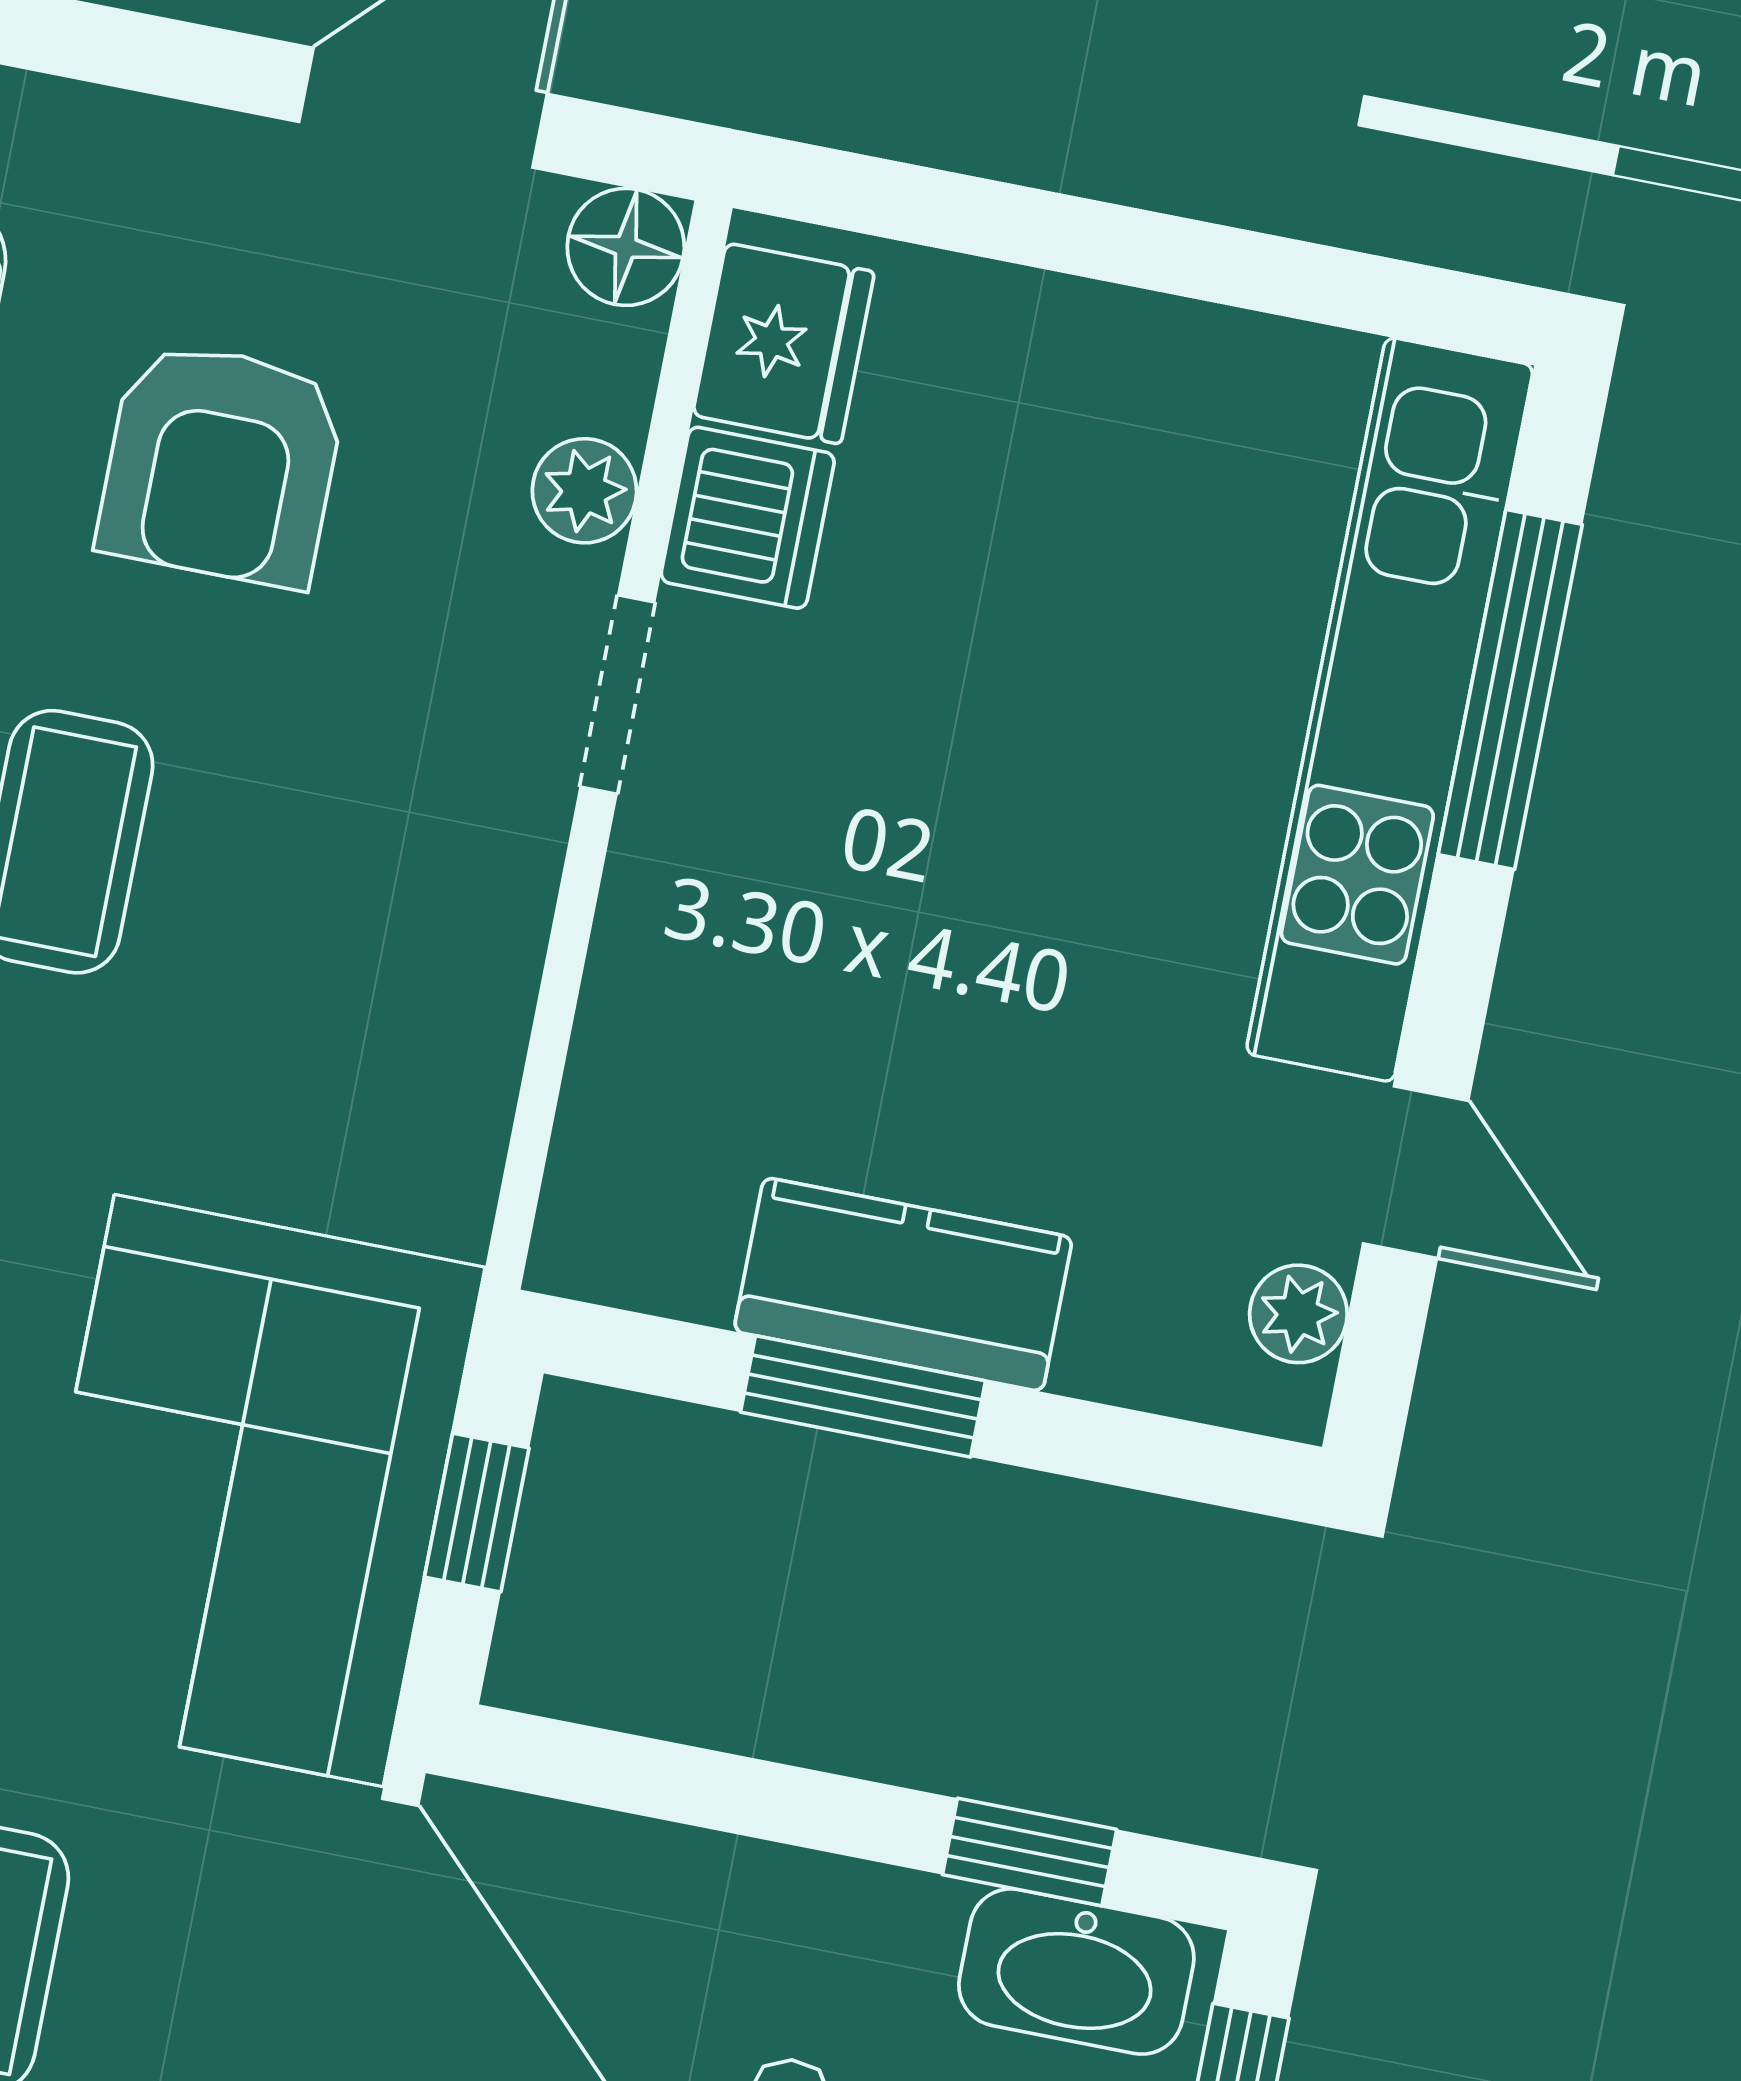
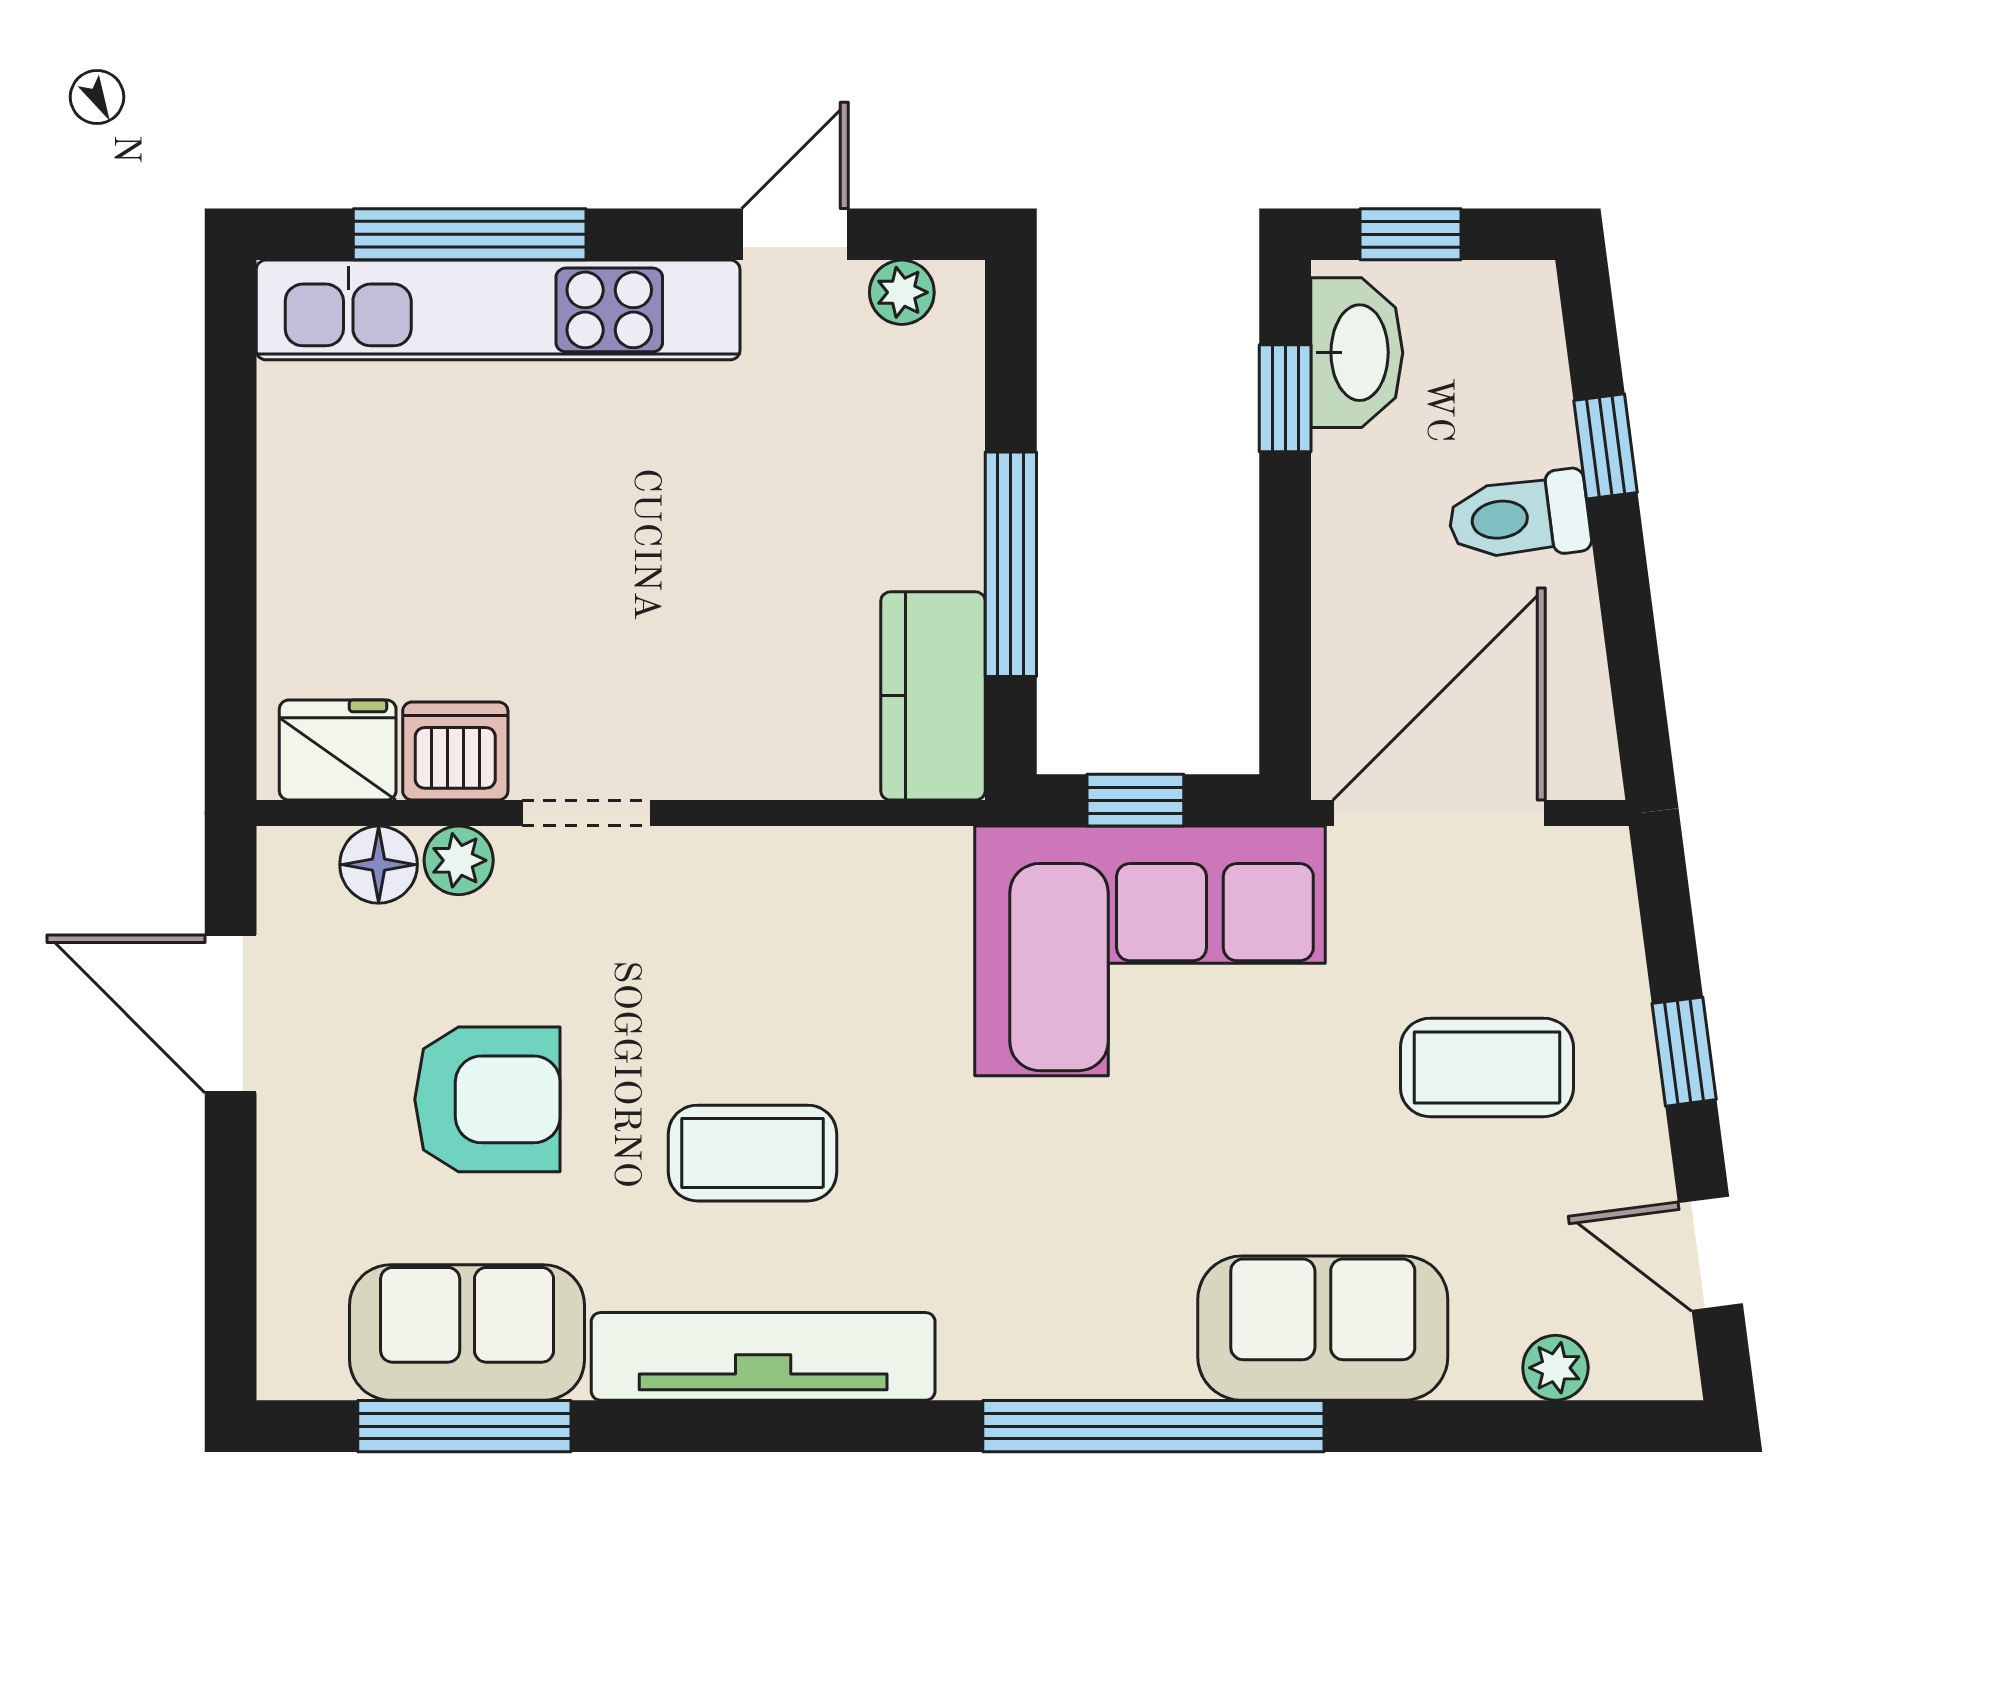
floor lamp: (626, 247) -> (379, 865), moved
kitchen counter: (903, 1284) -> (933, 696), moved
window: (863, 1396) -> (1011, 564), width x1.44

